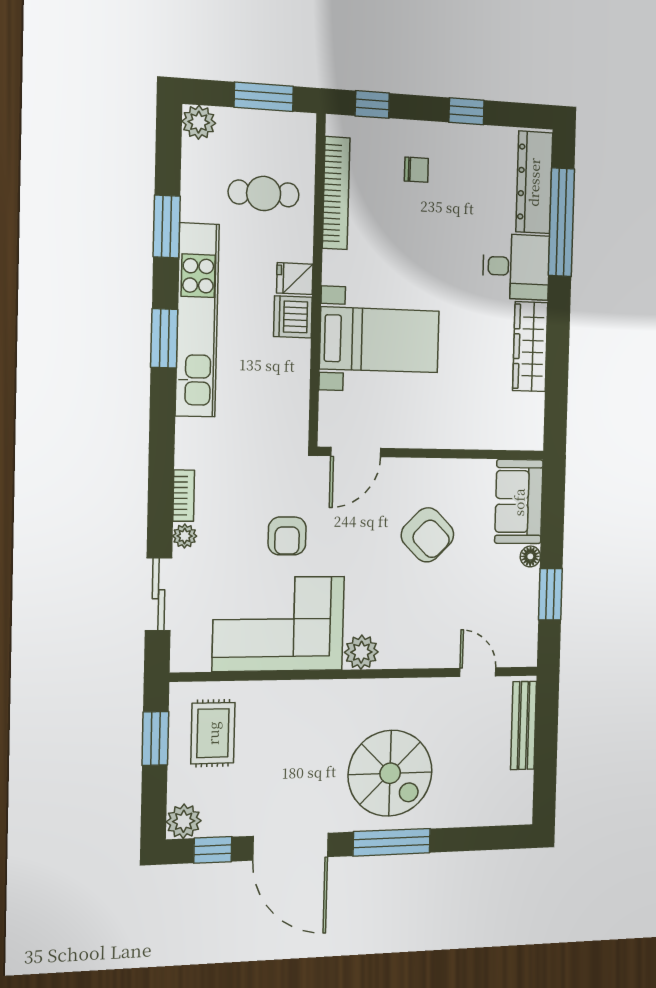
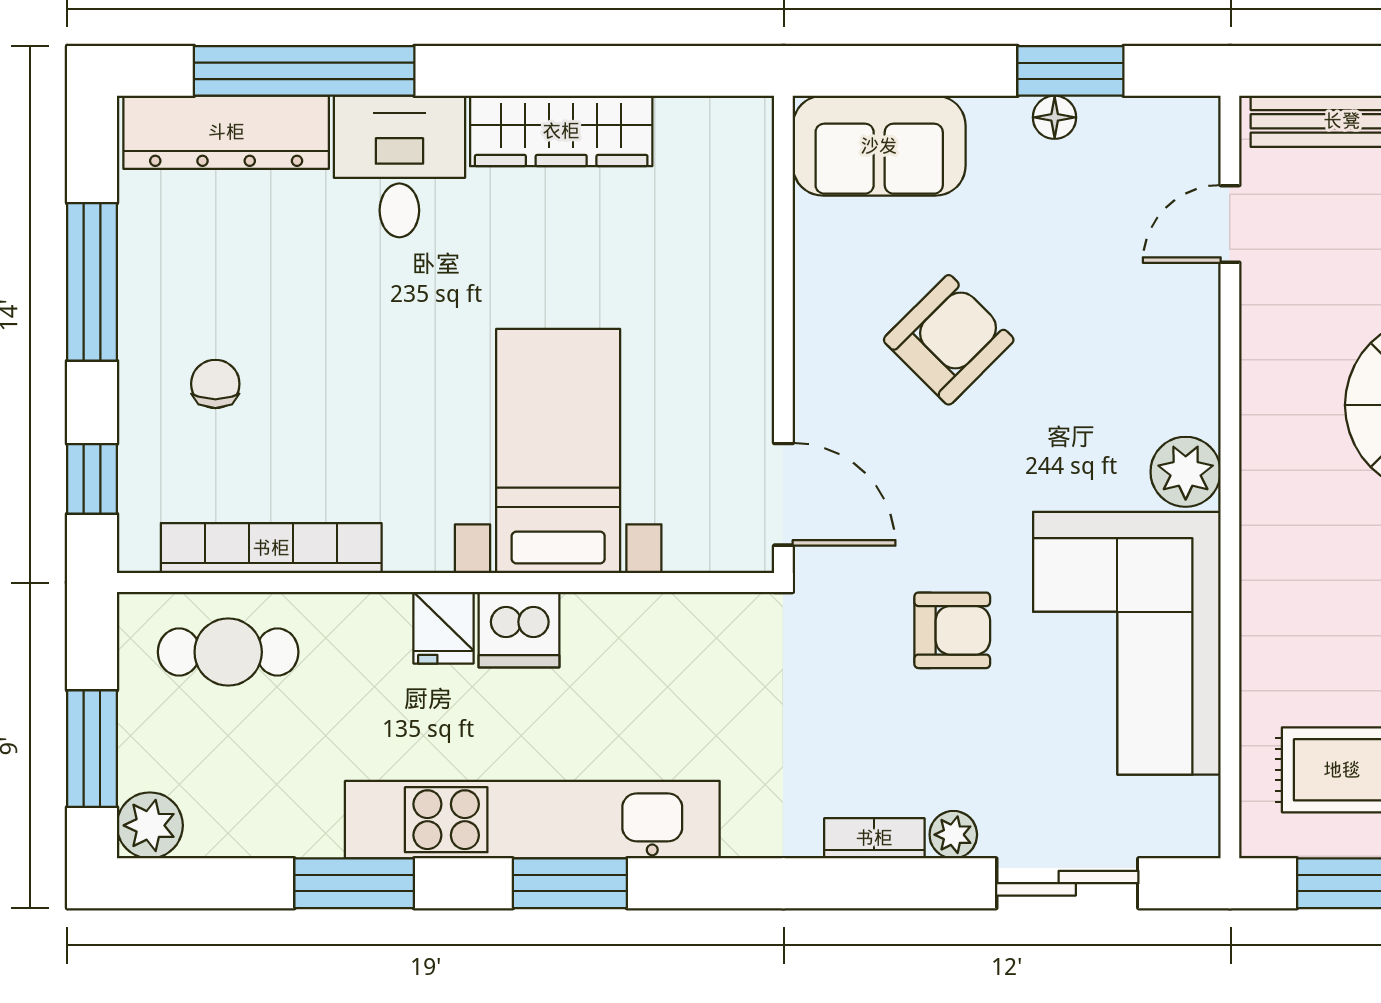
window: (264, 97) -> (92, 749), moved
window: (467, 111) -> (92, 282), width x2.17
cafe table: (264, 193) -> (228, 652), moved, turned 90
floor lamp: (530, 556) -> (1055, 117), moved

